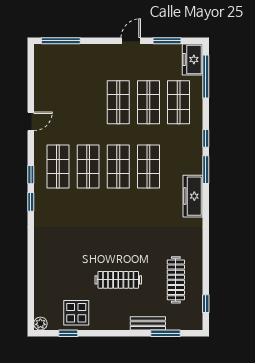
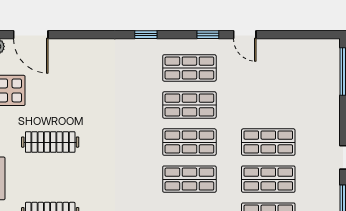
window: (31, 175) -> (208, 35), moved
clothes rail: (118, 280) -> (50, 142), turned 90
door: (31, 296) -> (31, 35), added

